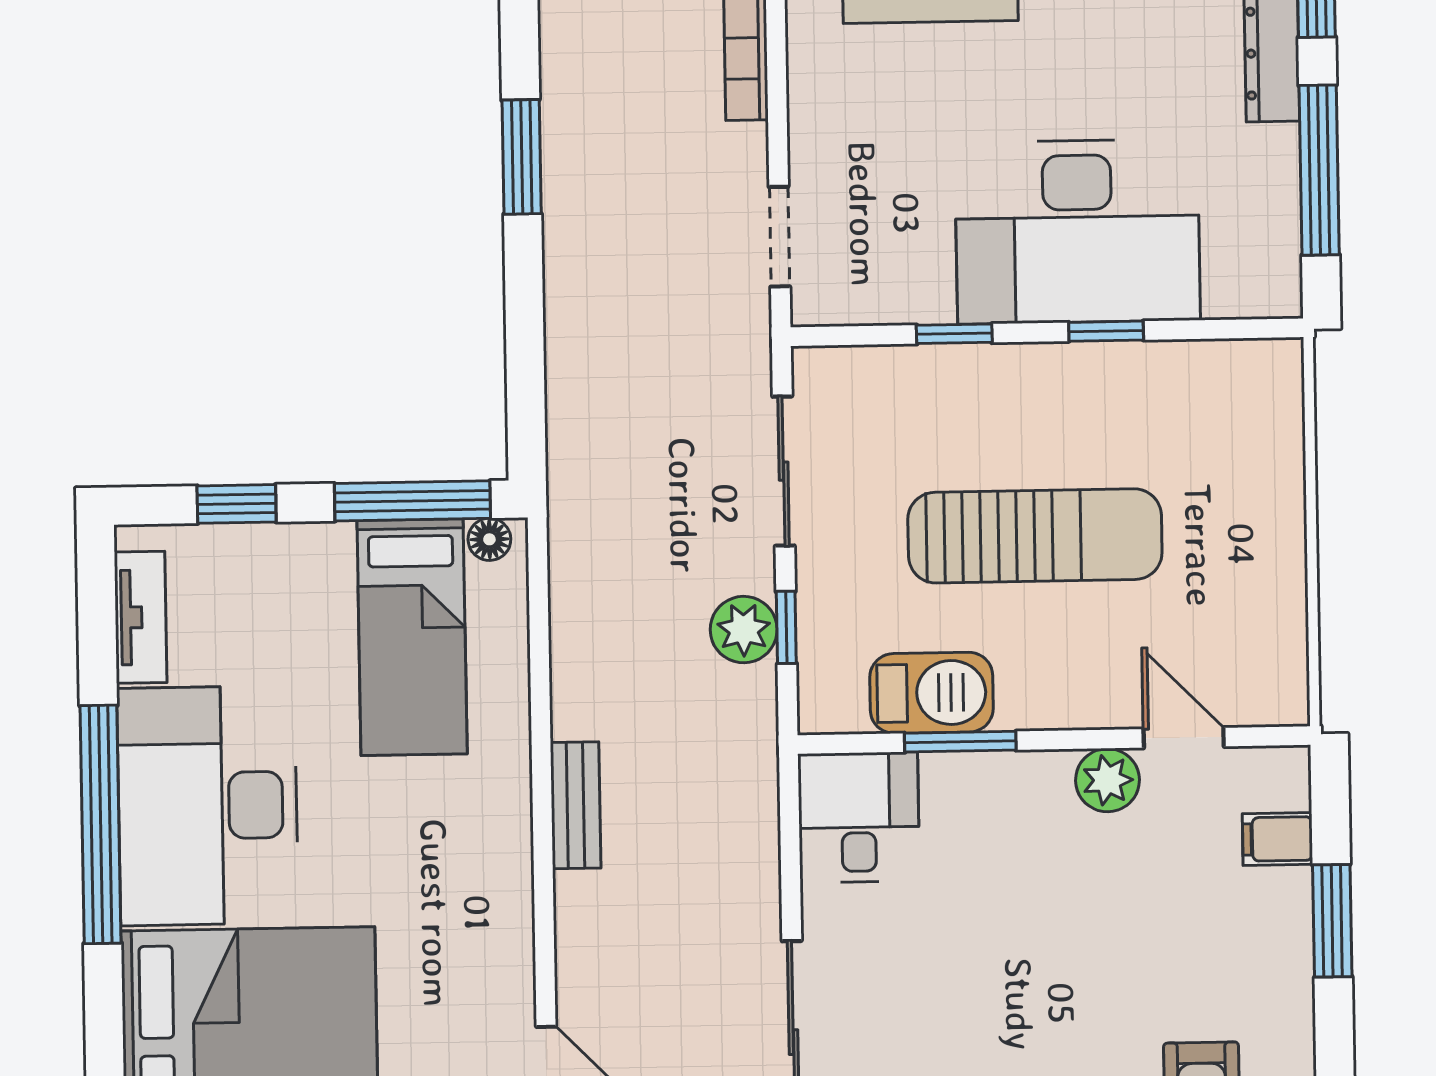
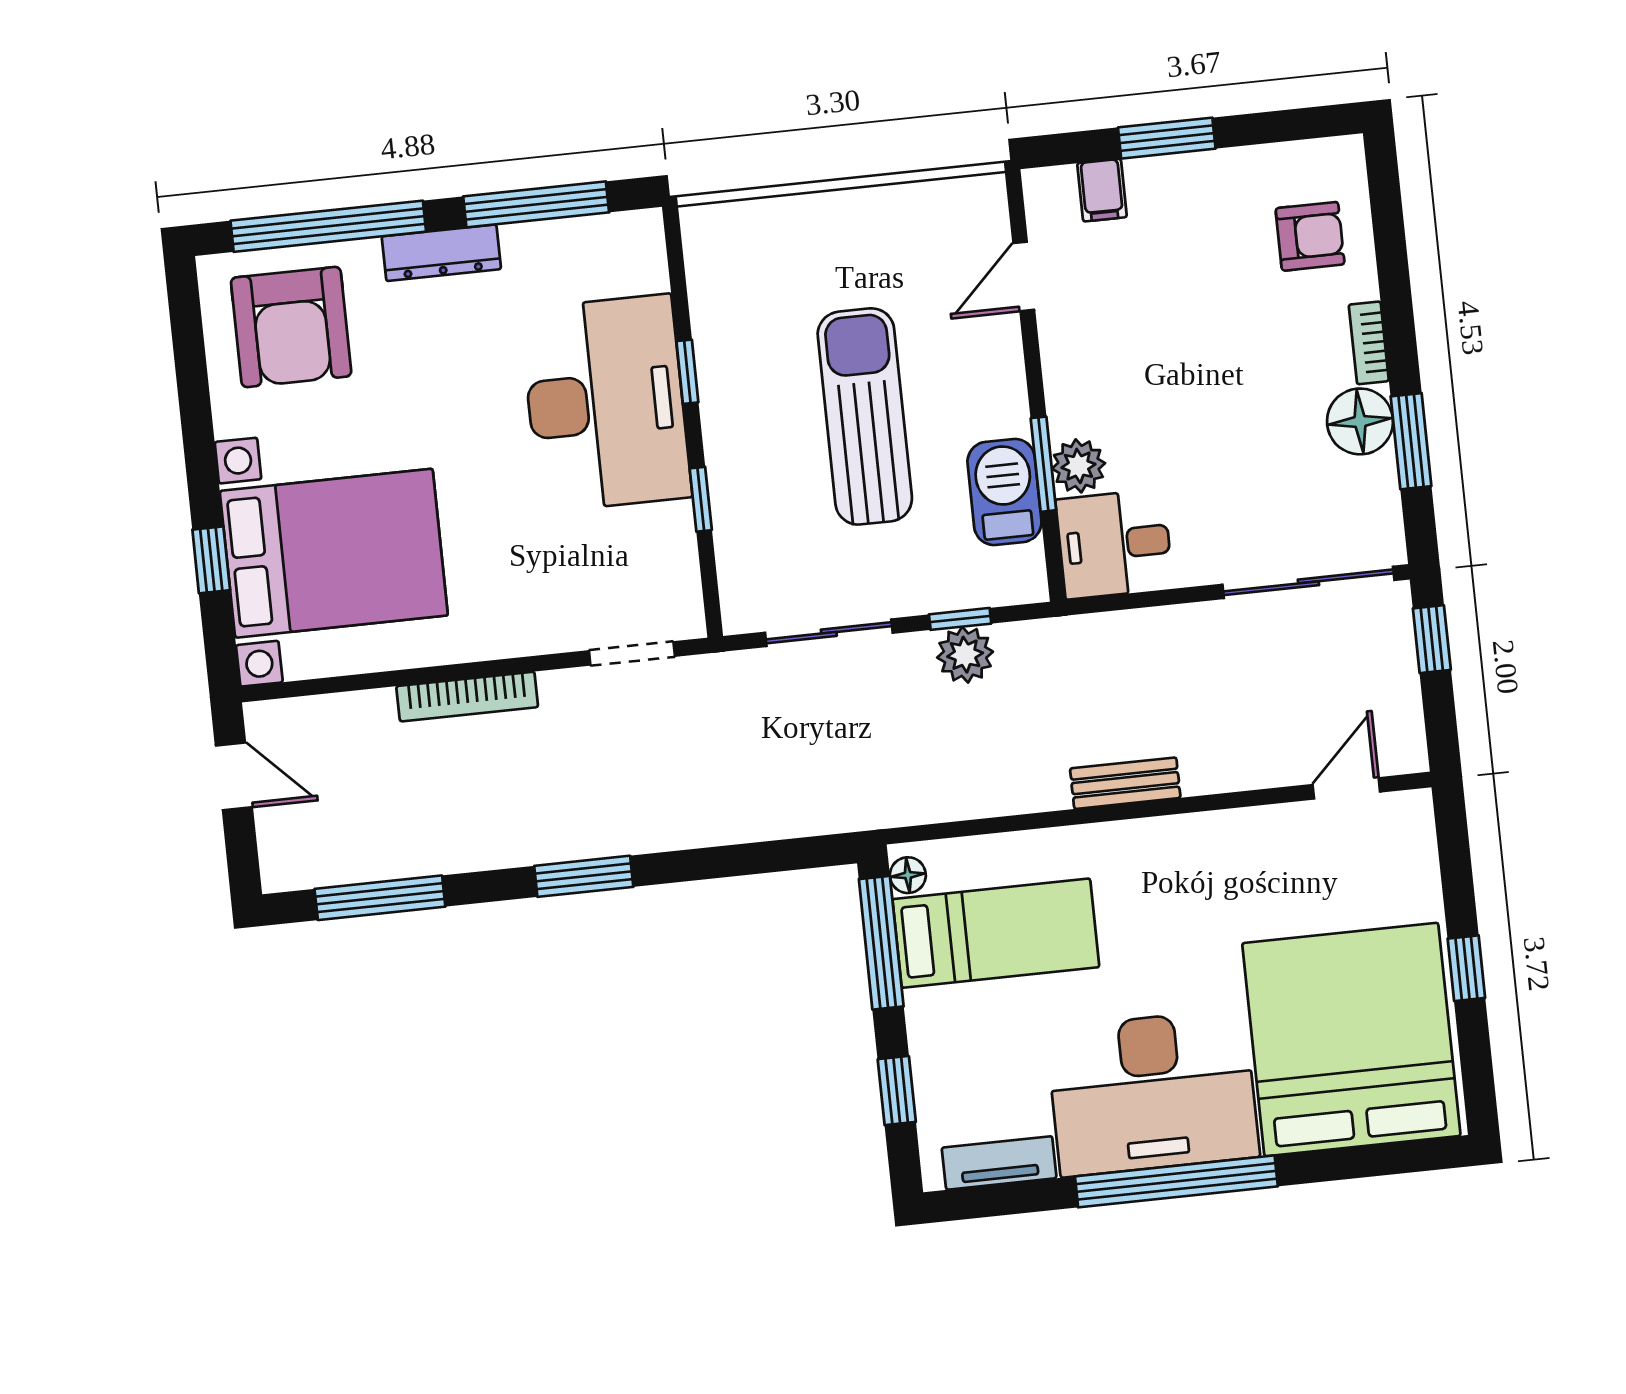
plant: (1107, 780) -> (1078, 466), moved

